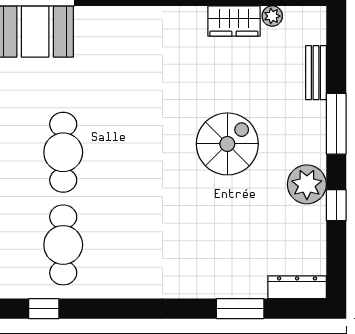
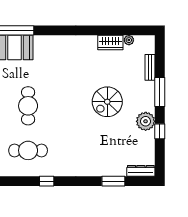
spiral stairs: (227, 144) -> (107, 102), turned 180
cafe table: (63, 245) -> (28, 150), turned 90
window: (44, 309) -> (47, 181), moved

